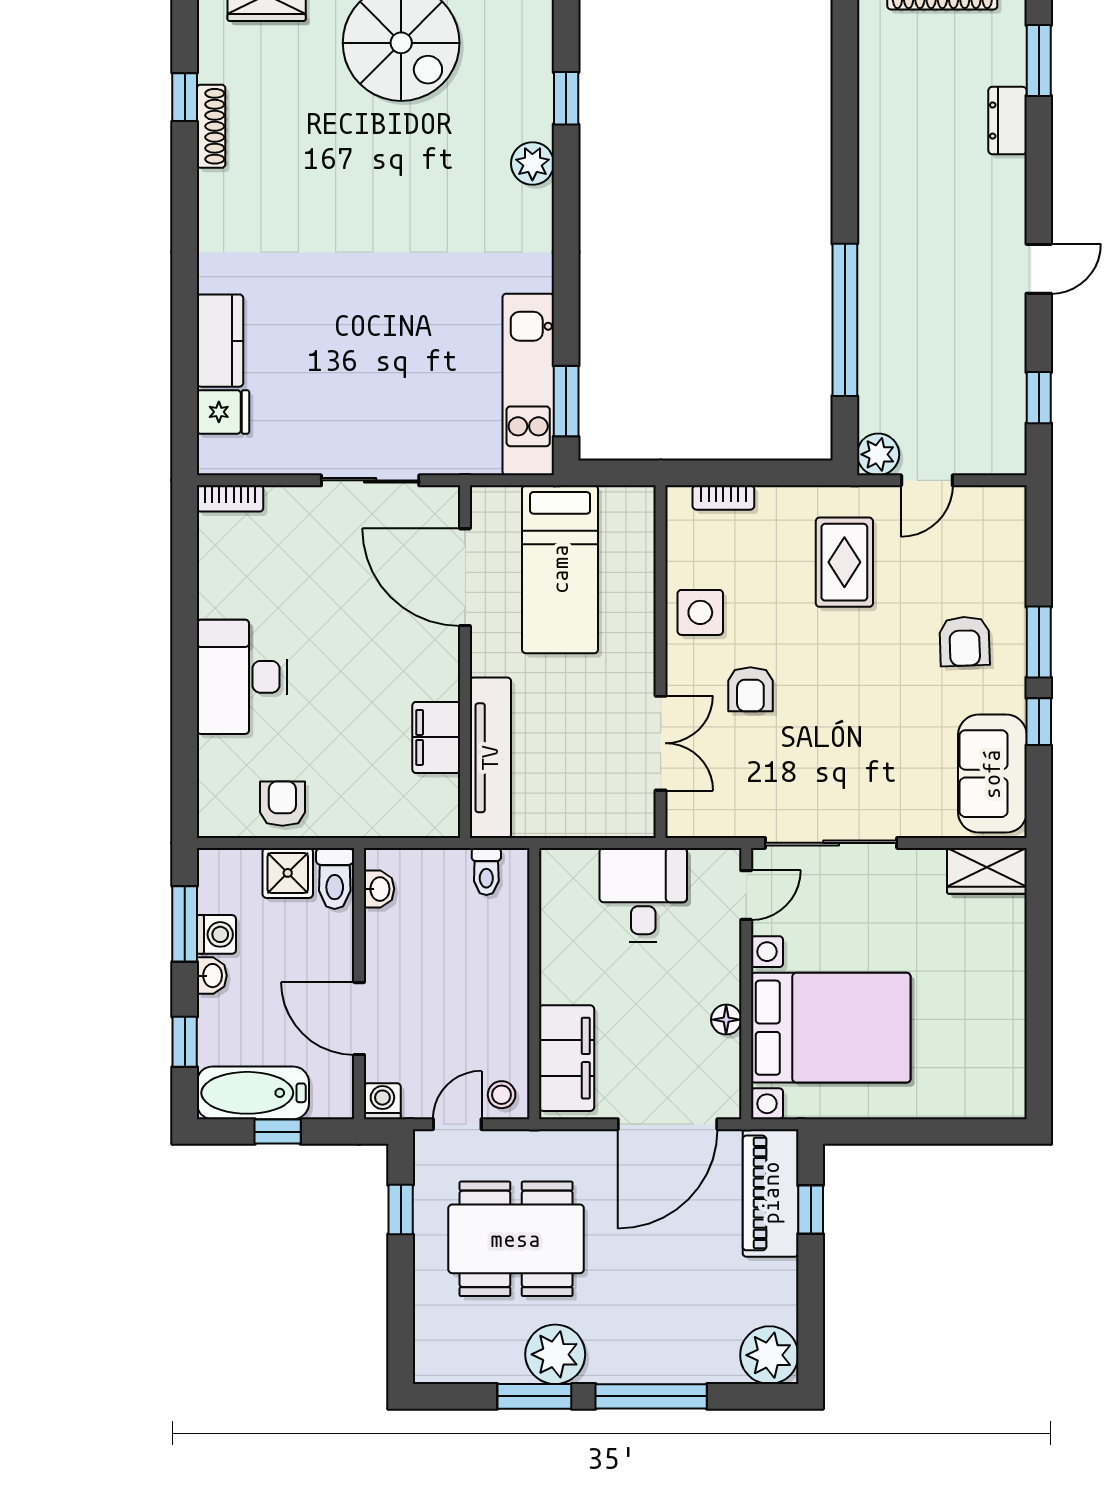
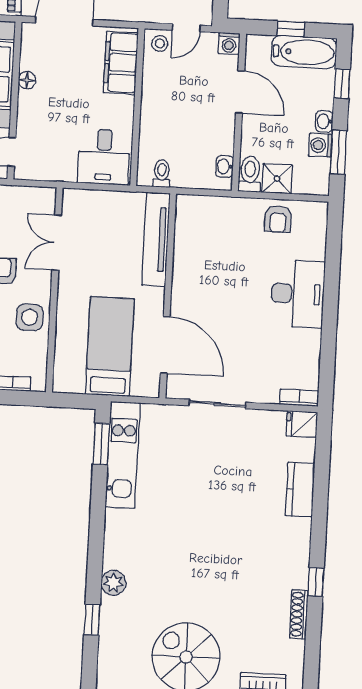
window: (185, 97) -> (316, 582), moved
fridge: (223, 412) -> (302, 424), moved
filing cabinet: (436, 737) -> (187, 253), removed
desk: (643, 895) -> (104, 157), moved

